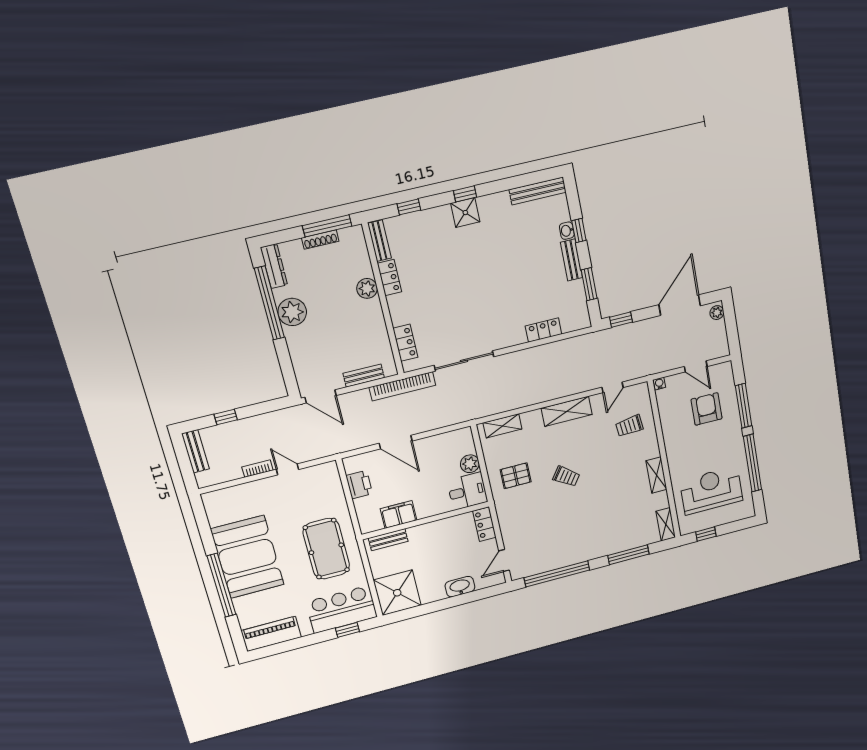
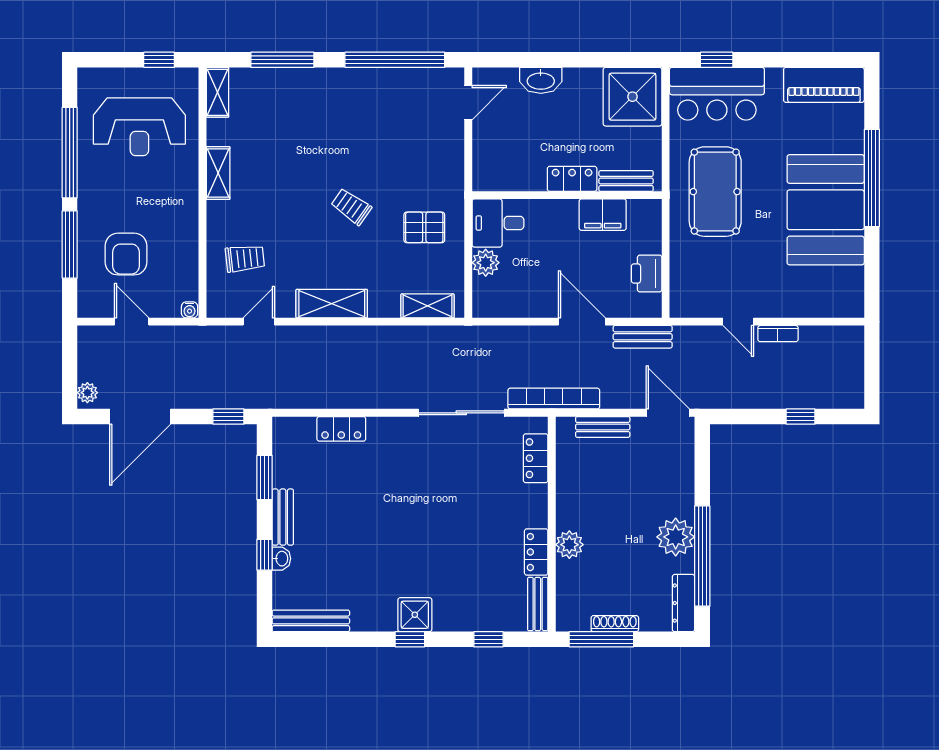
bench: (195, 451) -> (643, 337), moved, turned 90
locker: (484, 524) -> (572, 179), moved, turned -90

